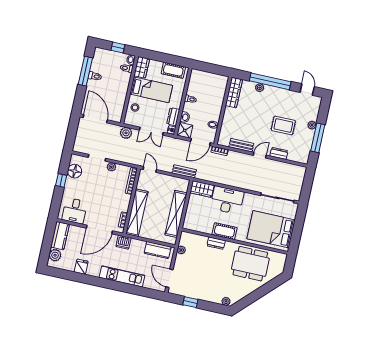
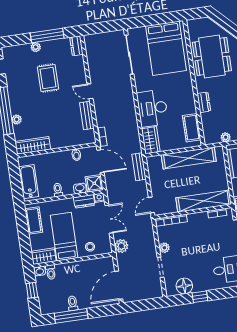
bathtub: (206, 78) -> (29, 182), added
dresser: (279, 153) -> (76, 46), moved
cot: (225, 231) -> (192, 128), moved

